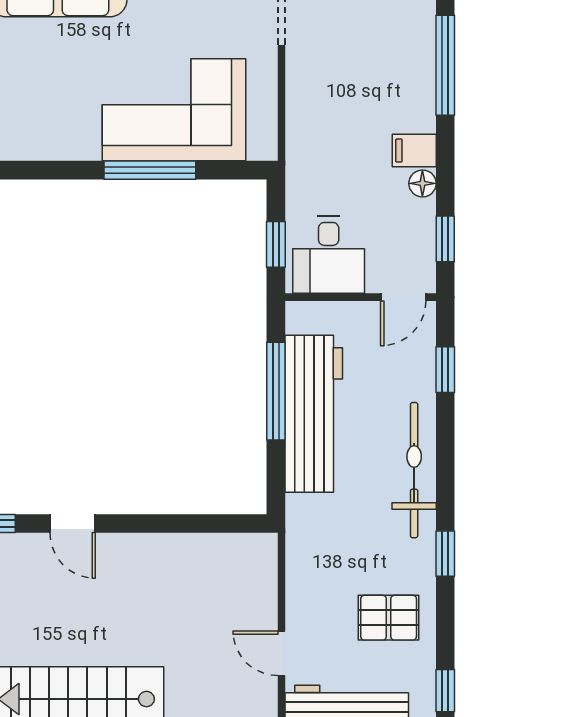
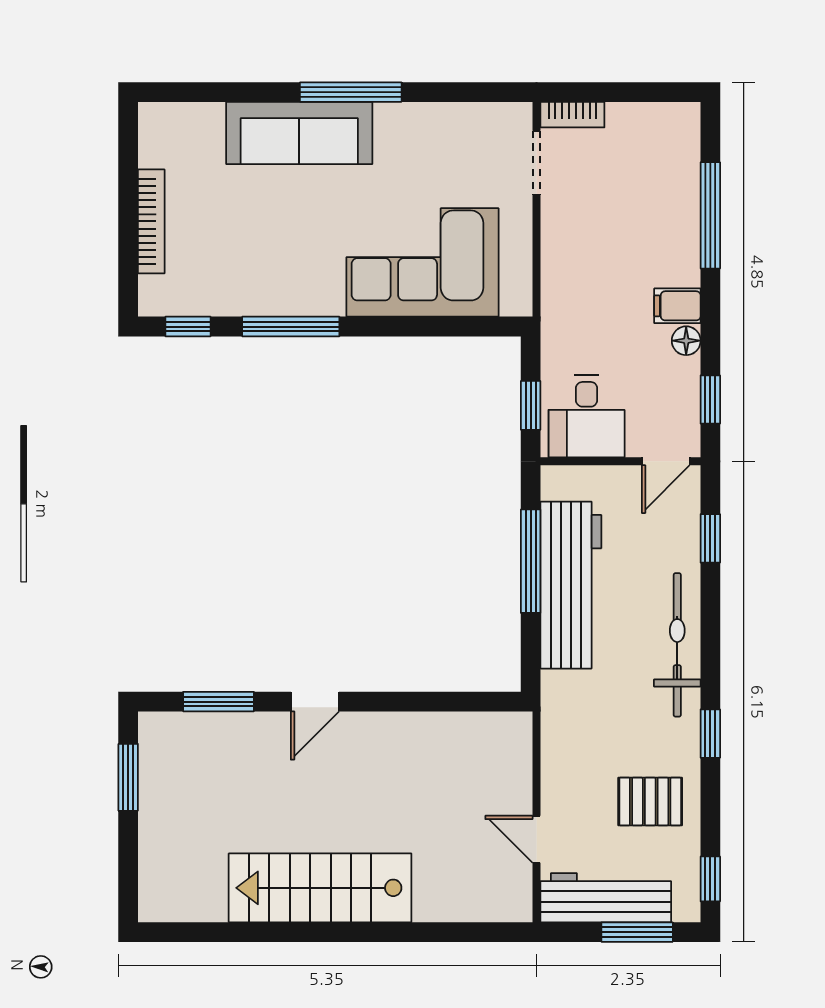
window: (150, 170) -> (291, 327), moved
door: (73, 524) -> (315, 702), hinge flipped

